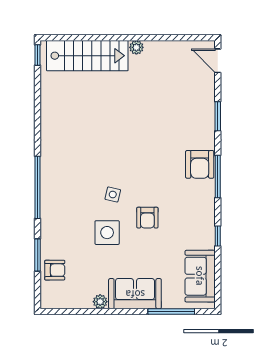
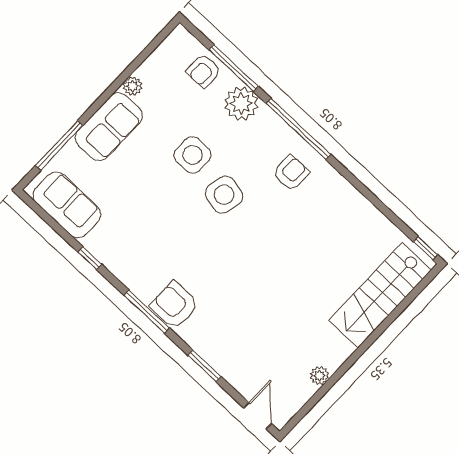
plant: (136, 47) -> (319, 376), moved
door: (218, 61) -> (258, 416), hinge flipped
side table: (113, 194) -> (224, 195), width x1.87, depth x1.87
armchair: (147, 218) -> (291, 173), moved, turned 90
plant: (53, 232) -> (241, 103), added
window: (38, 255) -> (234, 68), width x1.44

